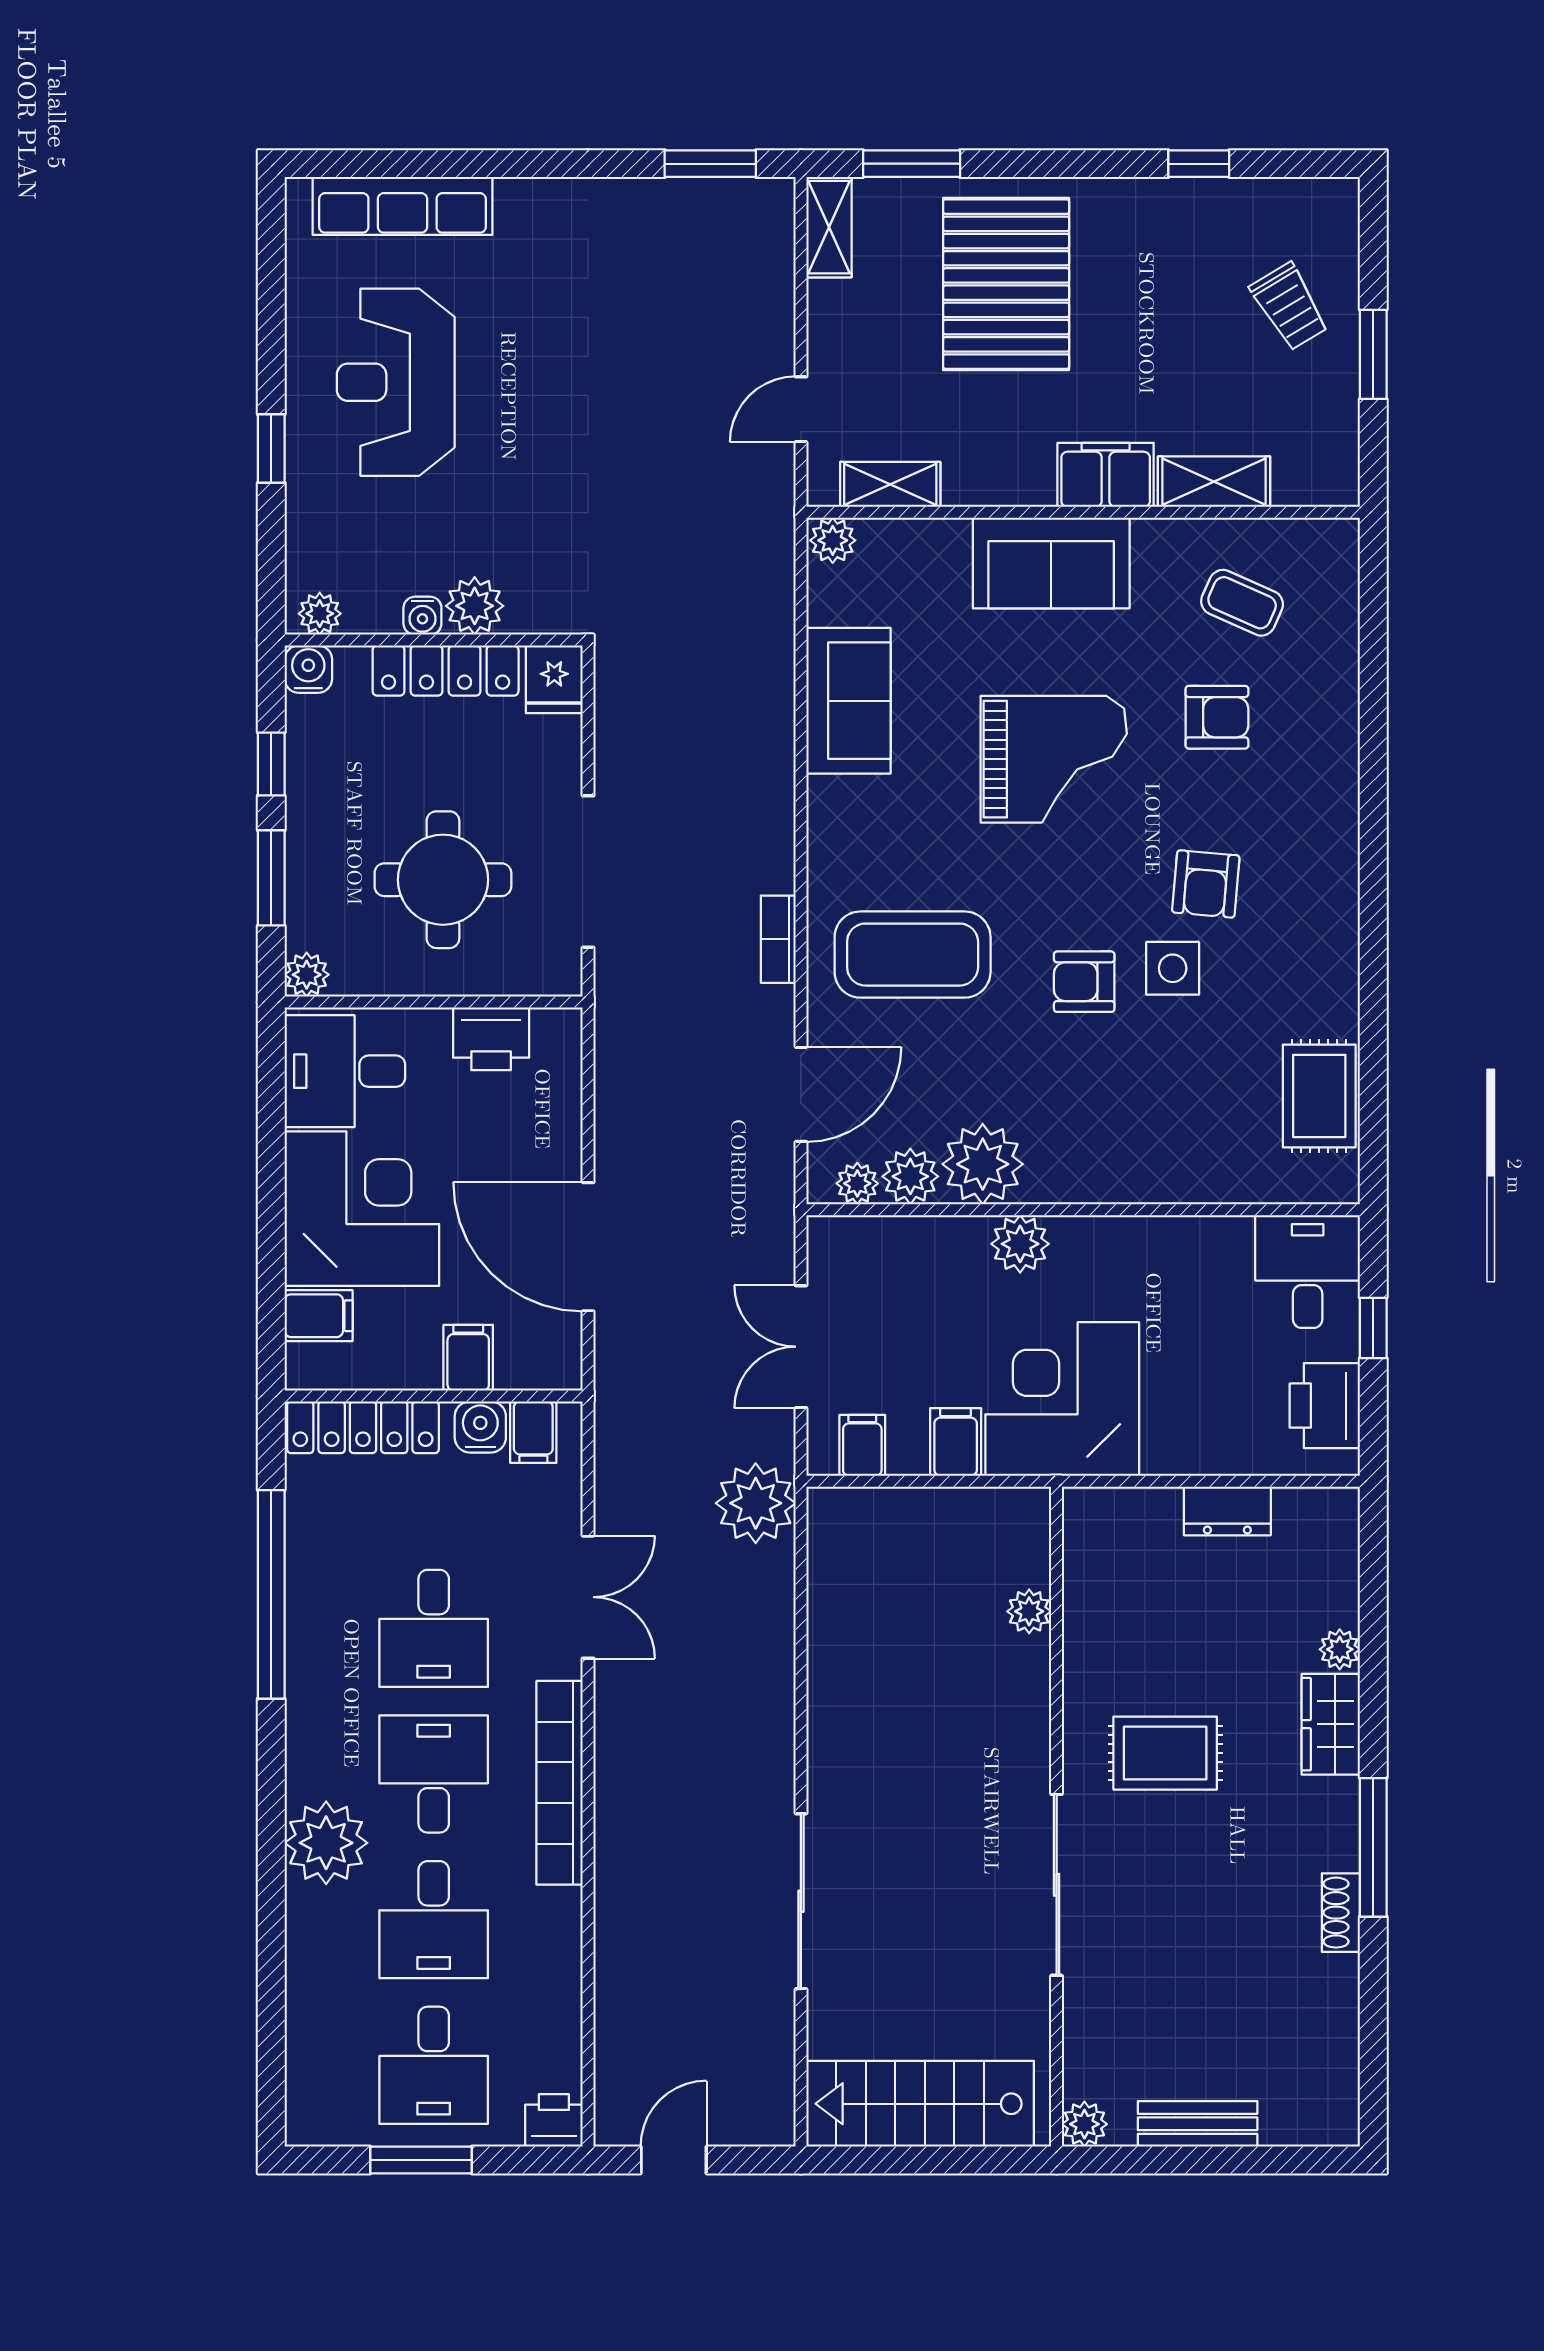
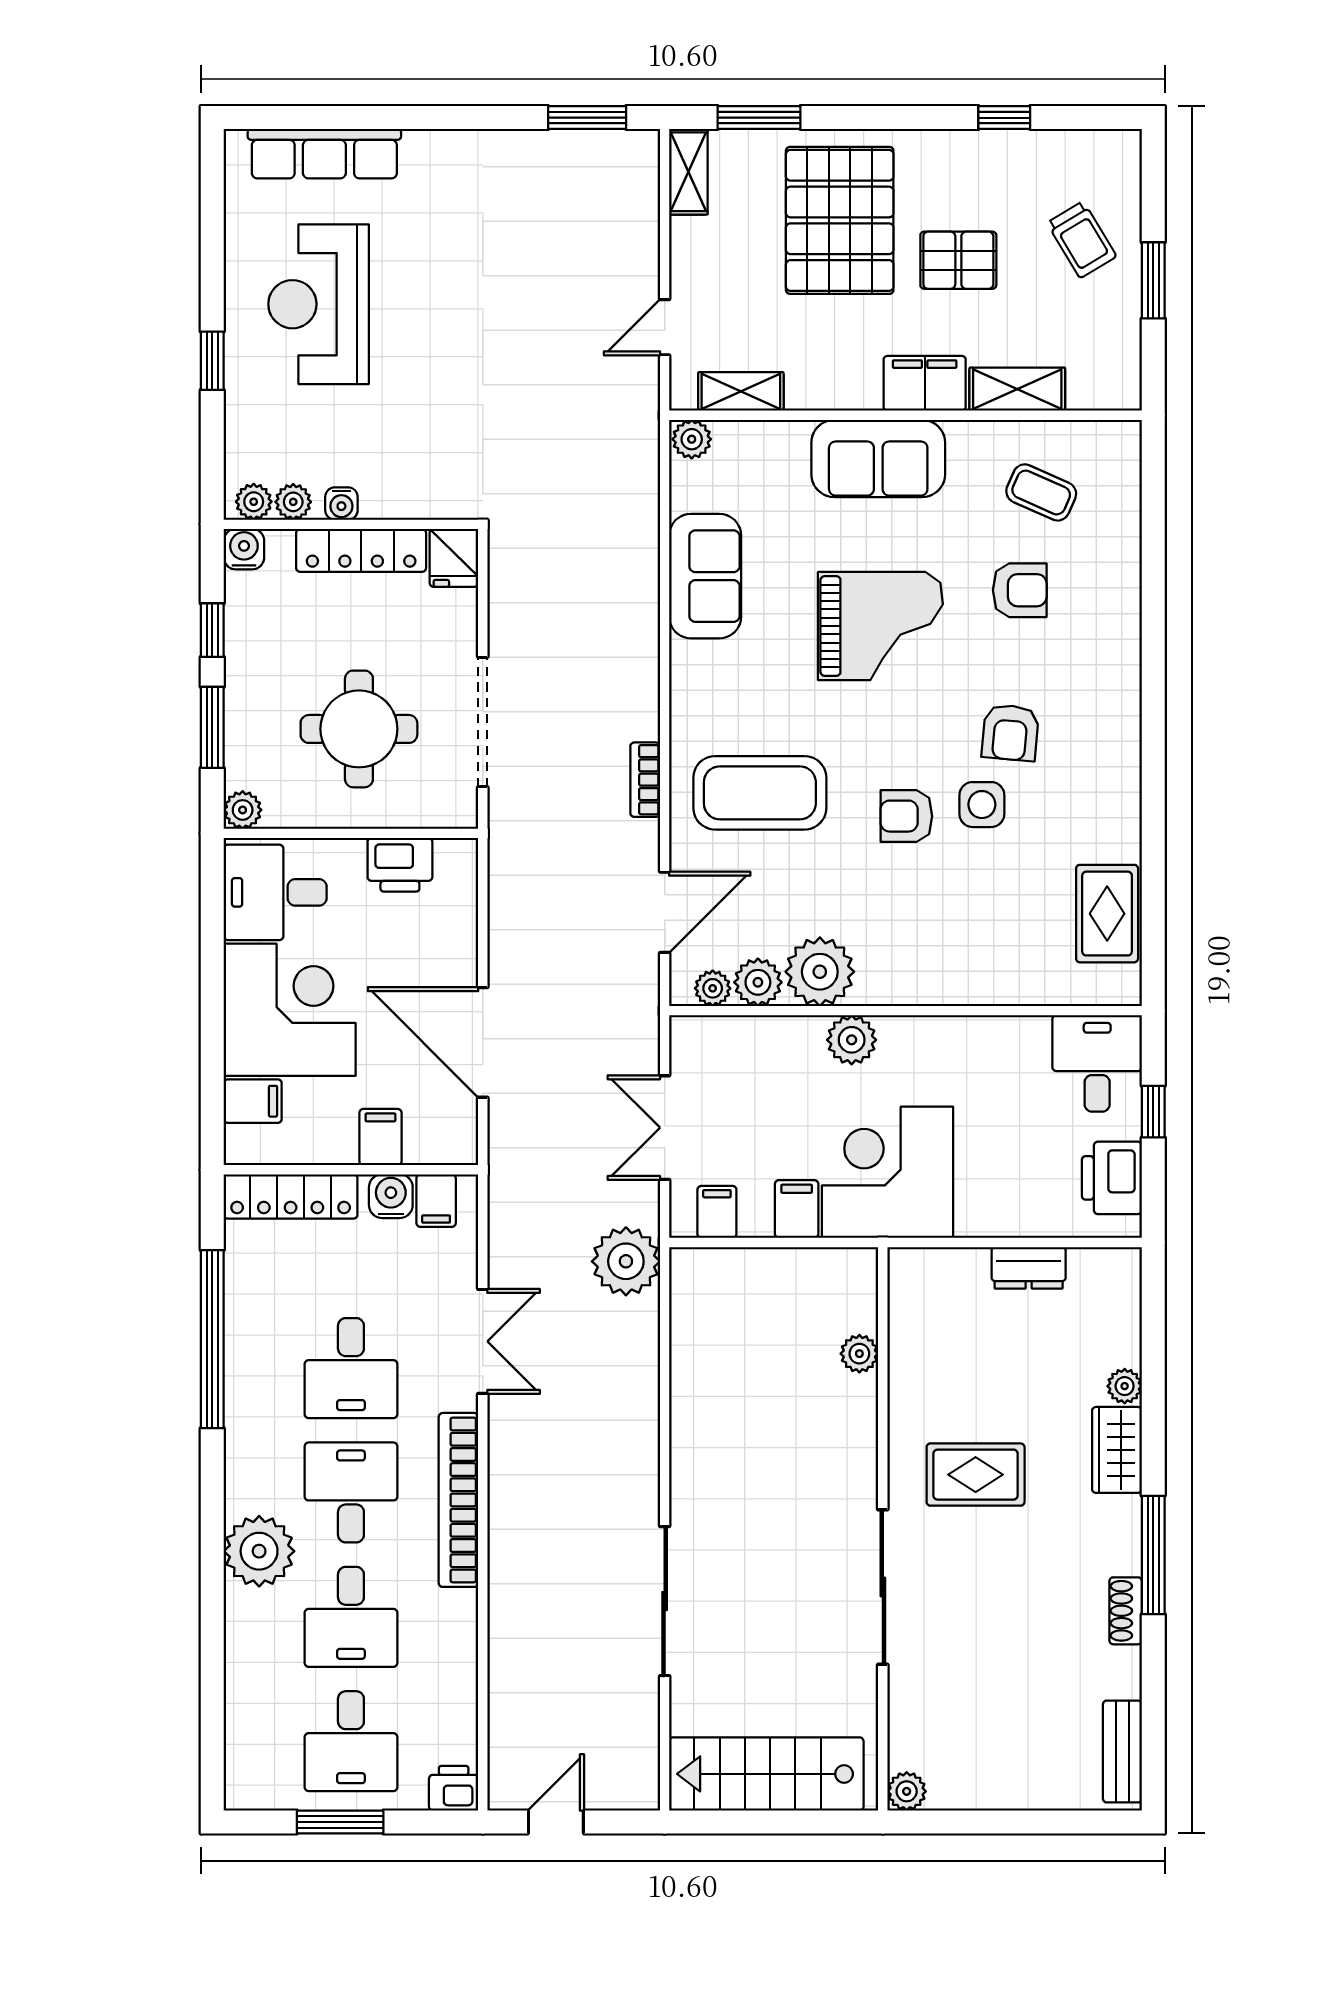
pallet: (1145, 331) -> (958, 260), added
plant: (475, 606) -> (293, 502), moved, width x0.73, depth x0.73
bench: (1198, 2124) -> (1122, 1751), moved, turned 90

